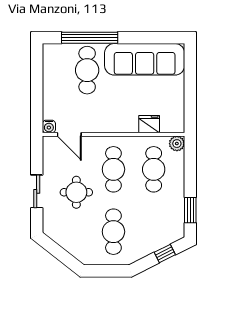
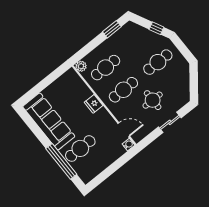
fridge: (149, 124) -> (94, 104), moved
door: (69, 134) -> (124, 130), hinge flipped
window: (165, 254) -> (156, 28), moved

